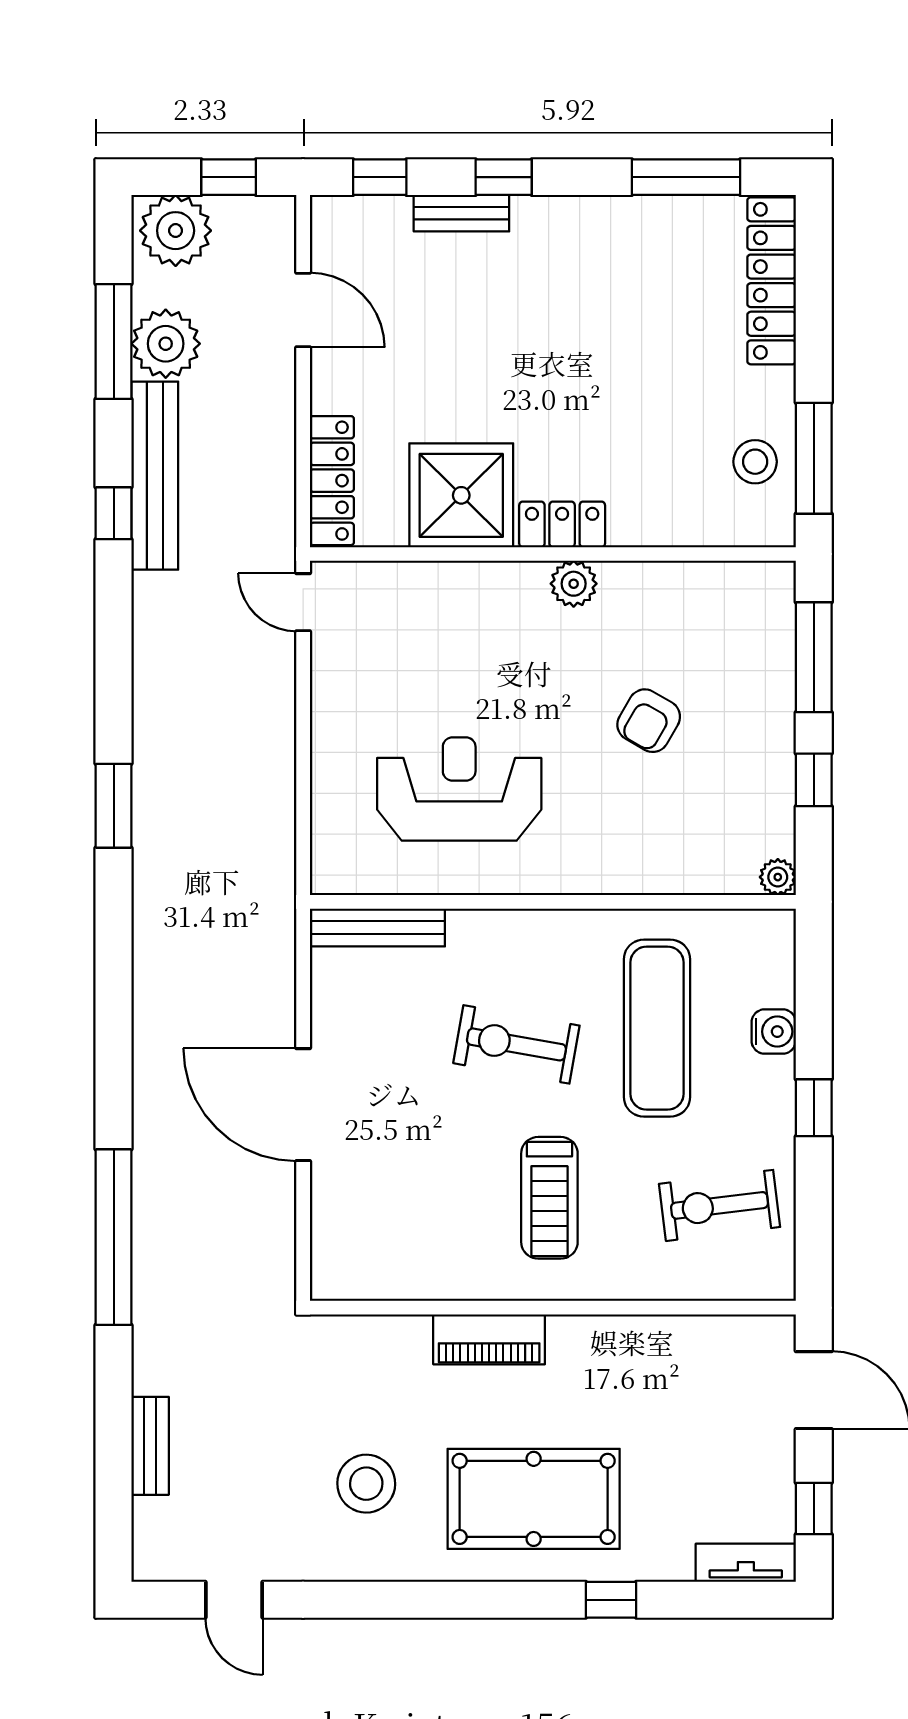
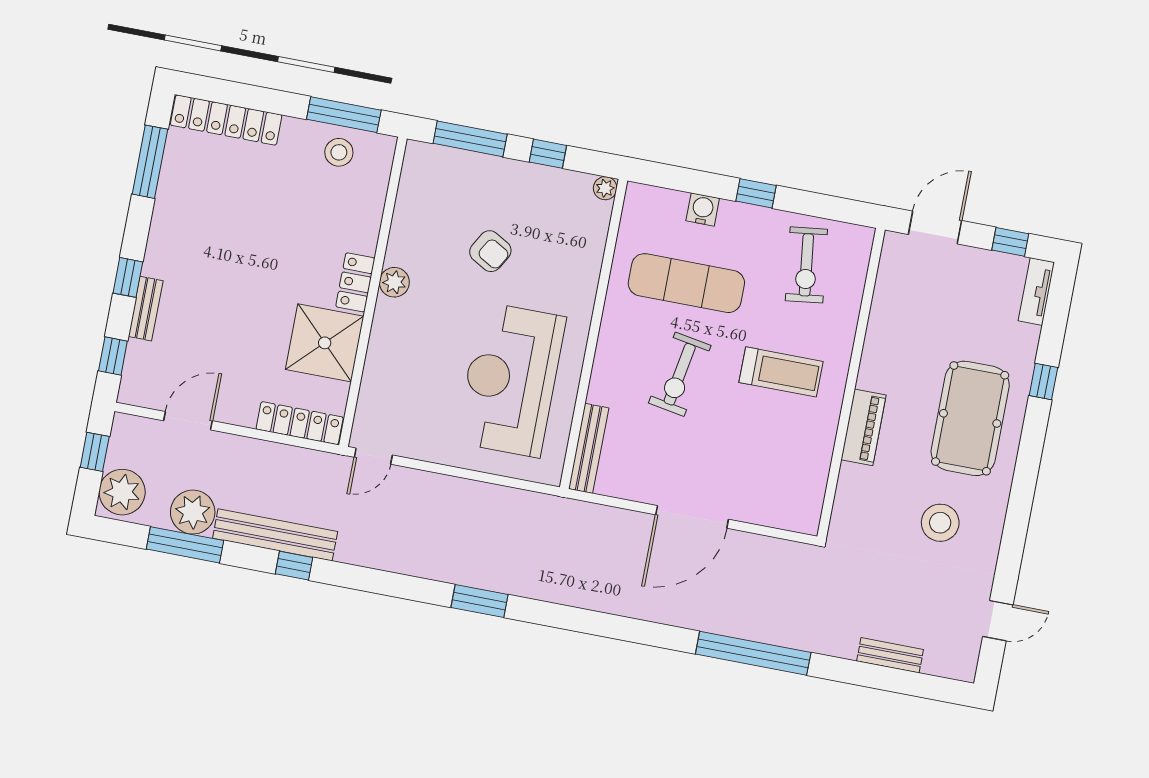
reception desk: (459, 789) -> (511, 380), width x1.36, depth x1.30

